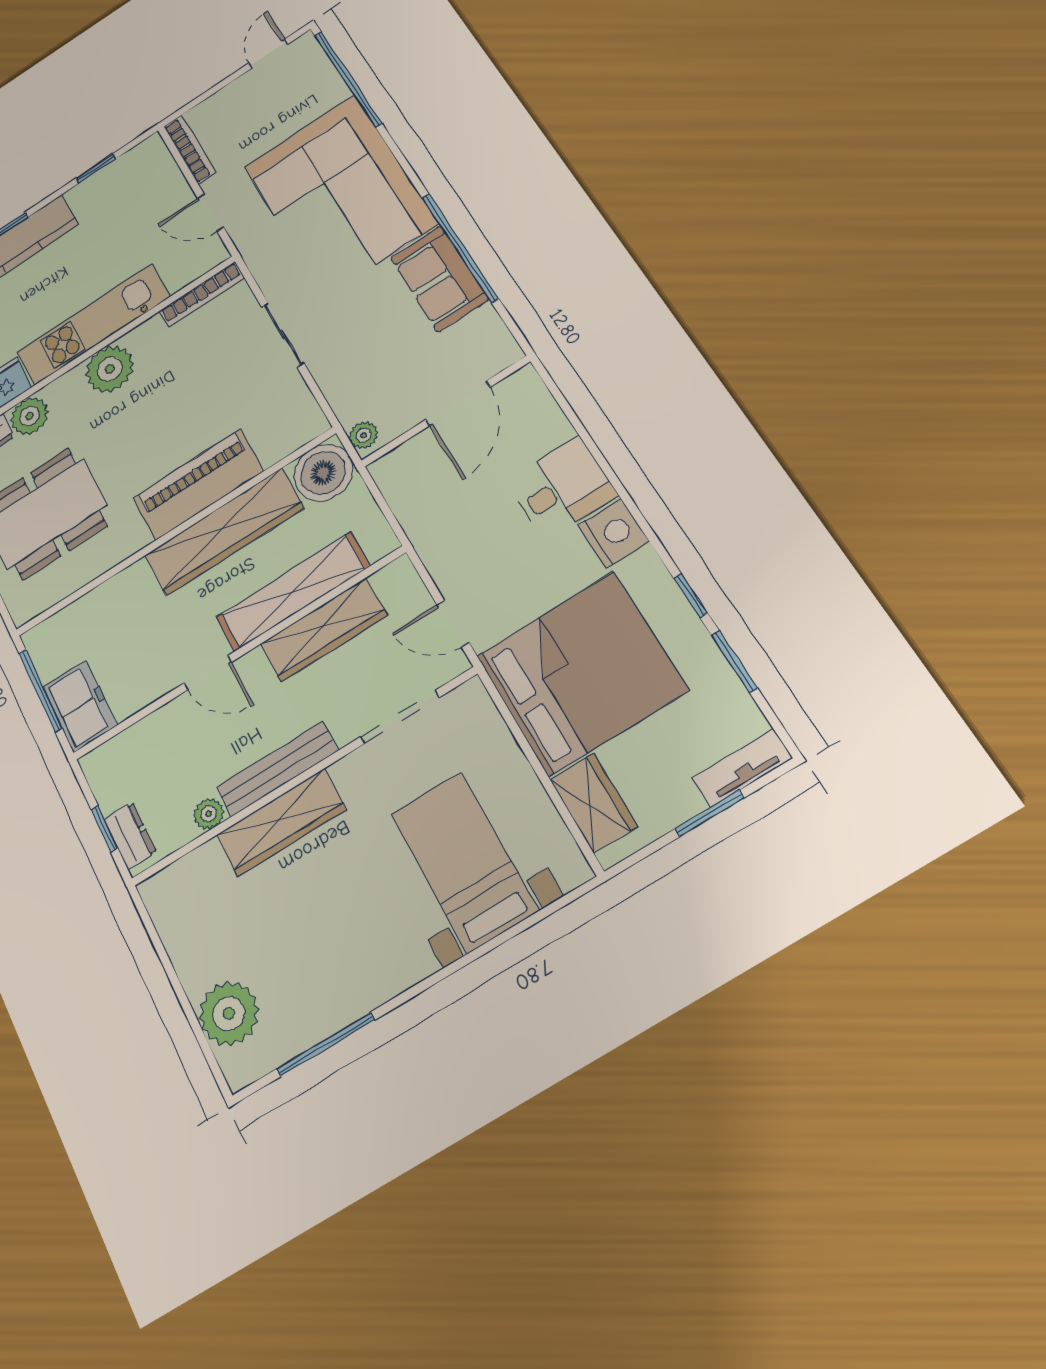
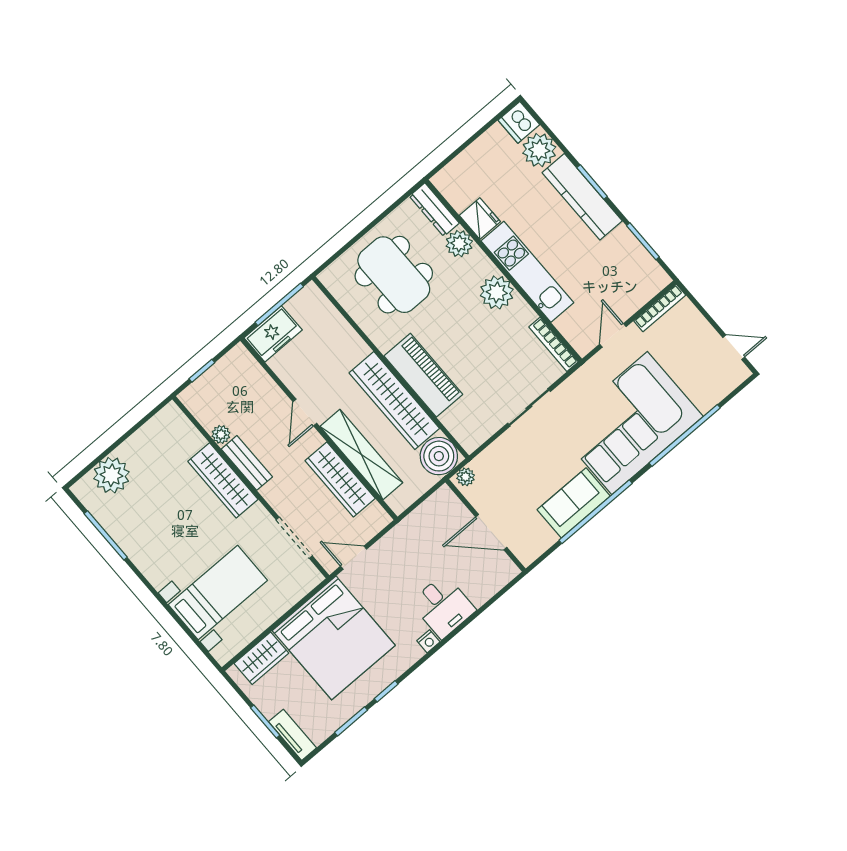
window: (348, 79) -> (685, 435), moved
window: (96, 168) -> (643, 241), width x1.50
nightstand: (614, 533) -> (428, 641), width x0.53, depth x0.56
door: (453, 624) -> (353, 558), hinge flipped
bench: (277, 769) -> (247, 463), width x0.73
dresser: (130, 836) -> (200, 388), removed

